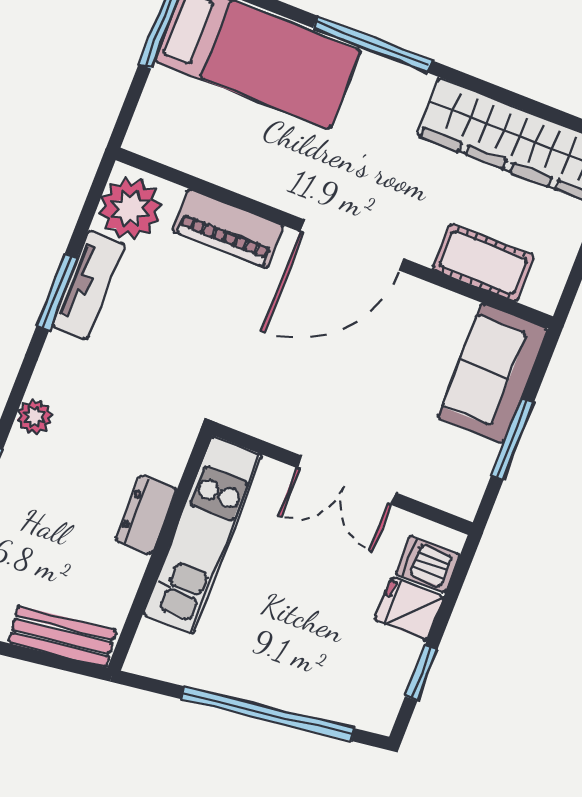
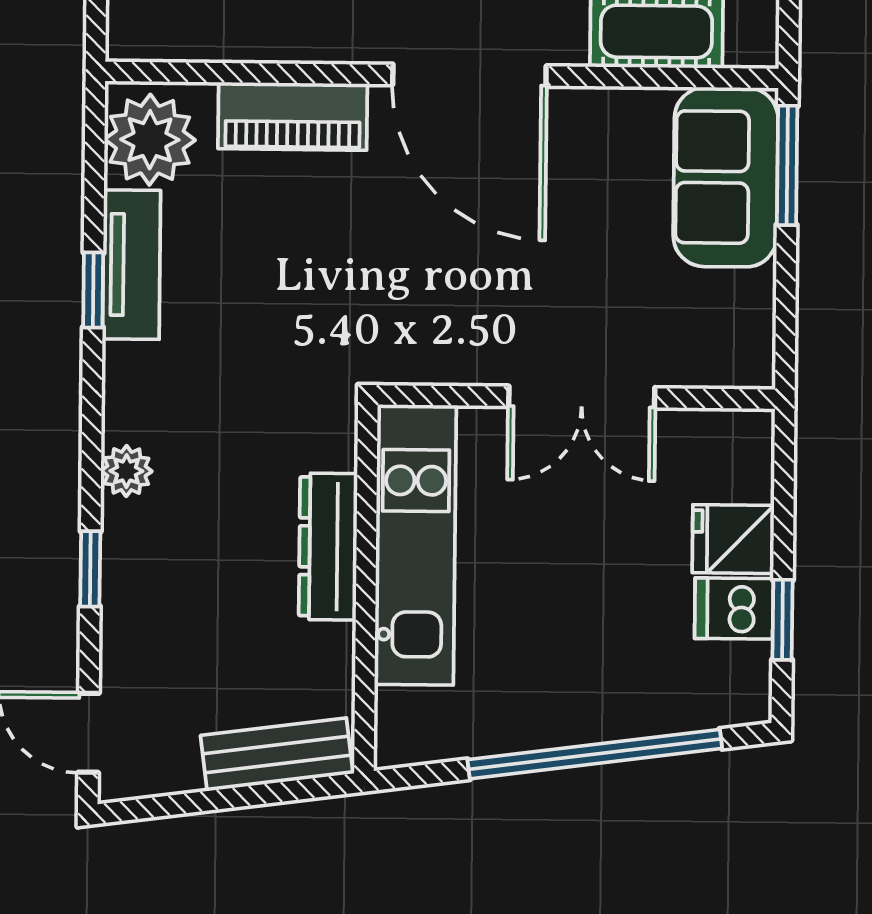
door: (352, 245) -> (469, 75), hinge flipped
window: (57, 292) -> (93, 290), width x0.67
window: (512, 439) -> (787, 165), moved
dresser: (146, 515) -> (328, 547), width x1.44
dishwasher: (428, 564) -> (734, 609), moved

